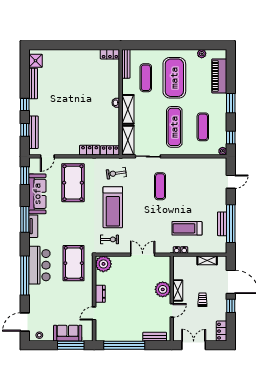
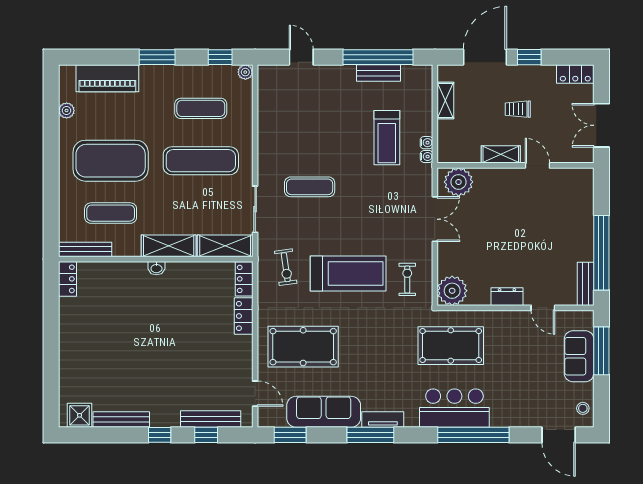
double door: (143, 255) -> (435, 219), swing flipped
plant: (163, 289) -> (459, 182), moved
bench: (155, 337) -> (586, 284), moved

